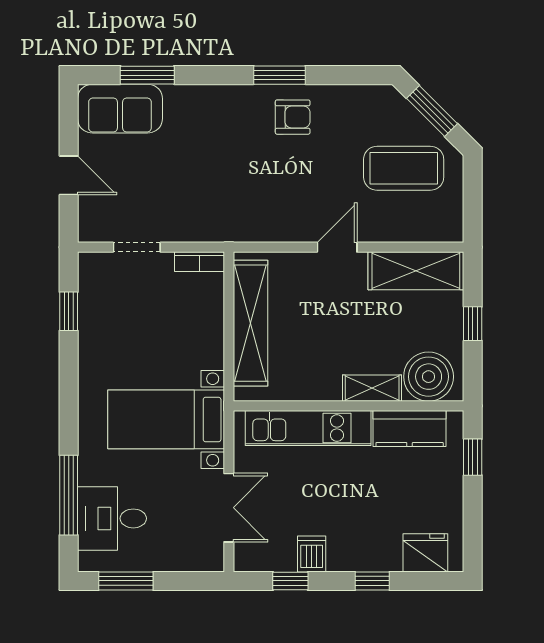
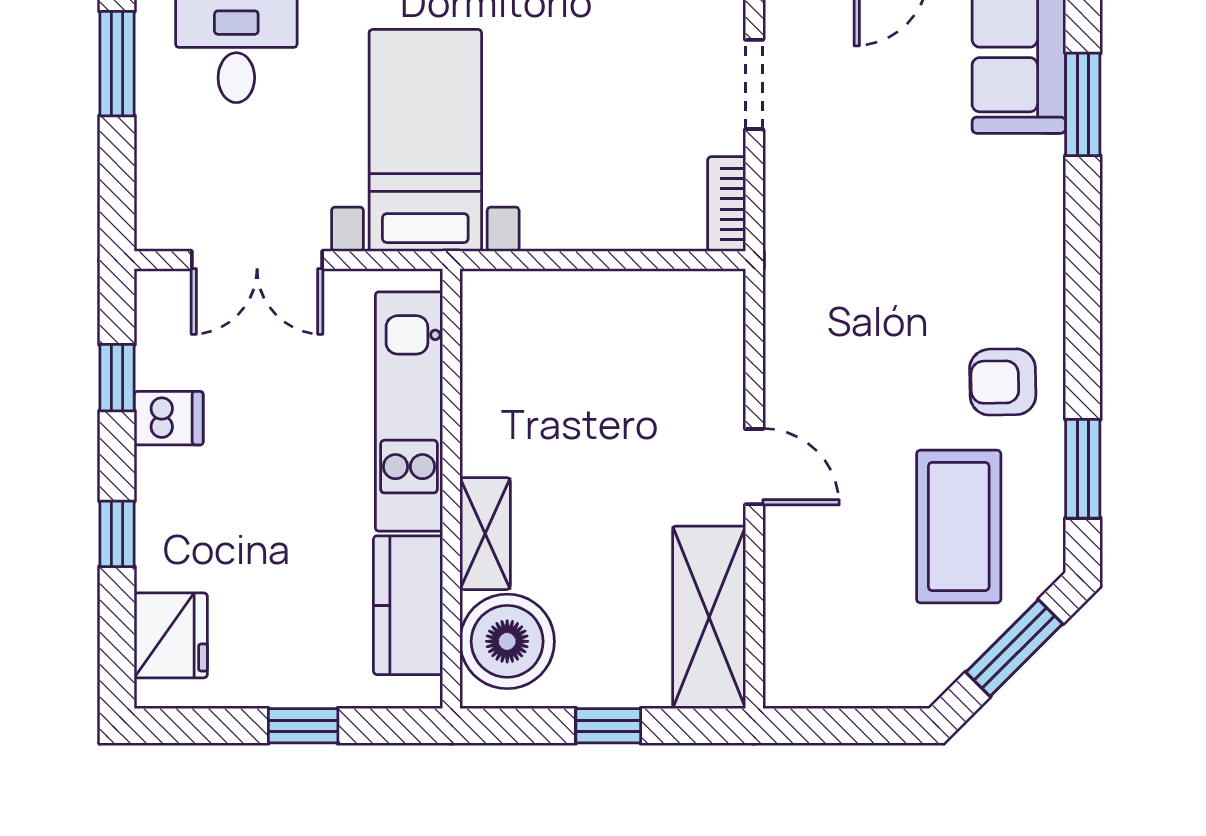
window: (279, 75) -> (1083, 469), moved
armchair: (293, 117) -> (1003, 382), turned 89
coffee table: (404, 168) -> (959, 527), moved
shelving: (250, 323) -> (609, 301), removed
window: (473, 457) -> (303, 726), moved

